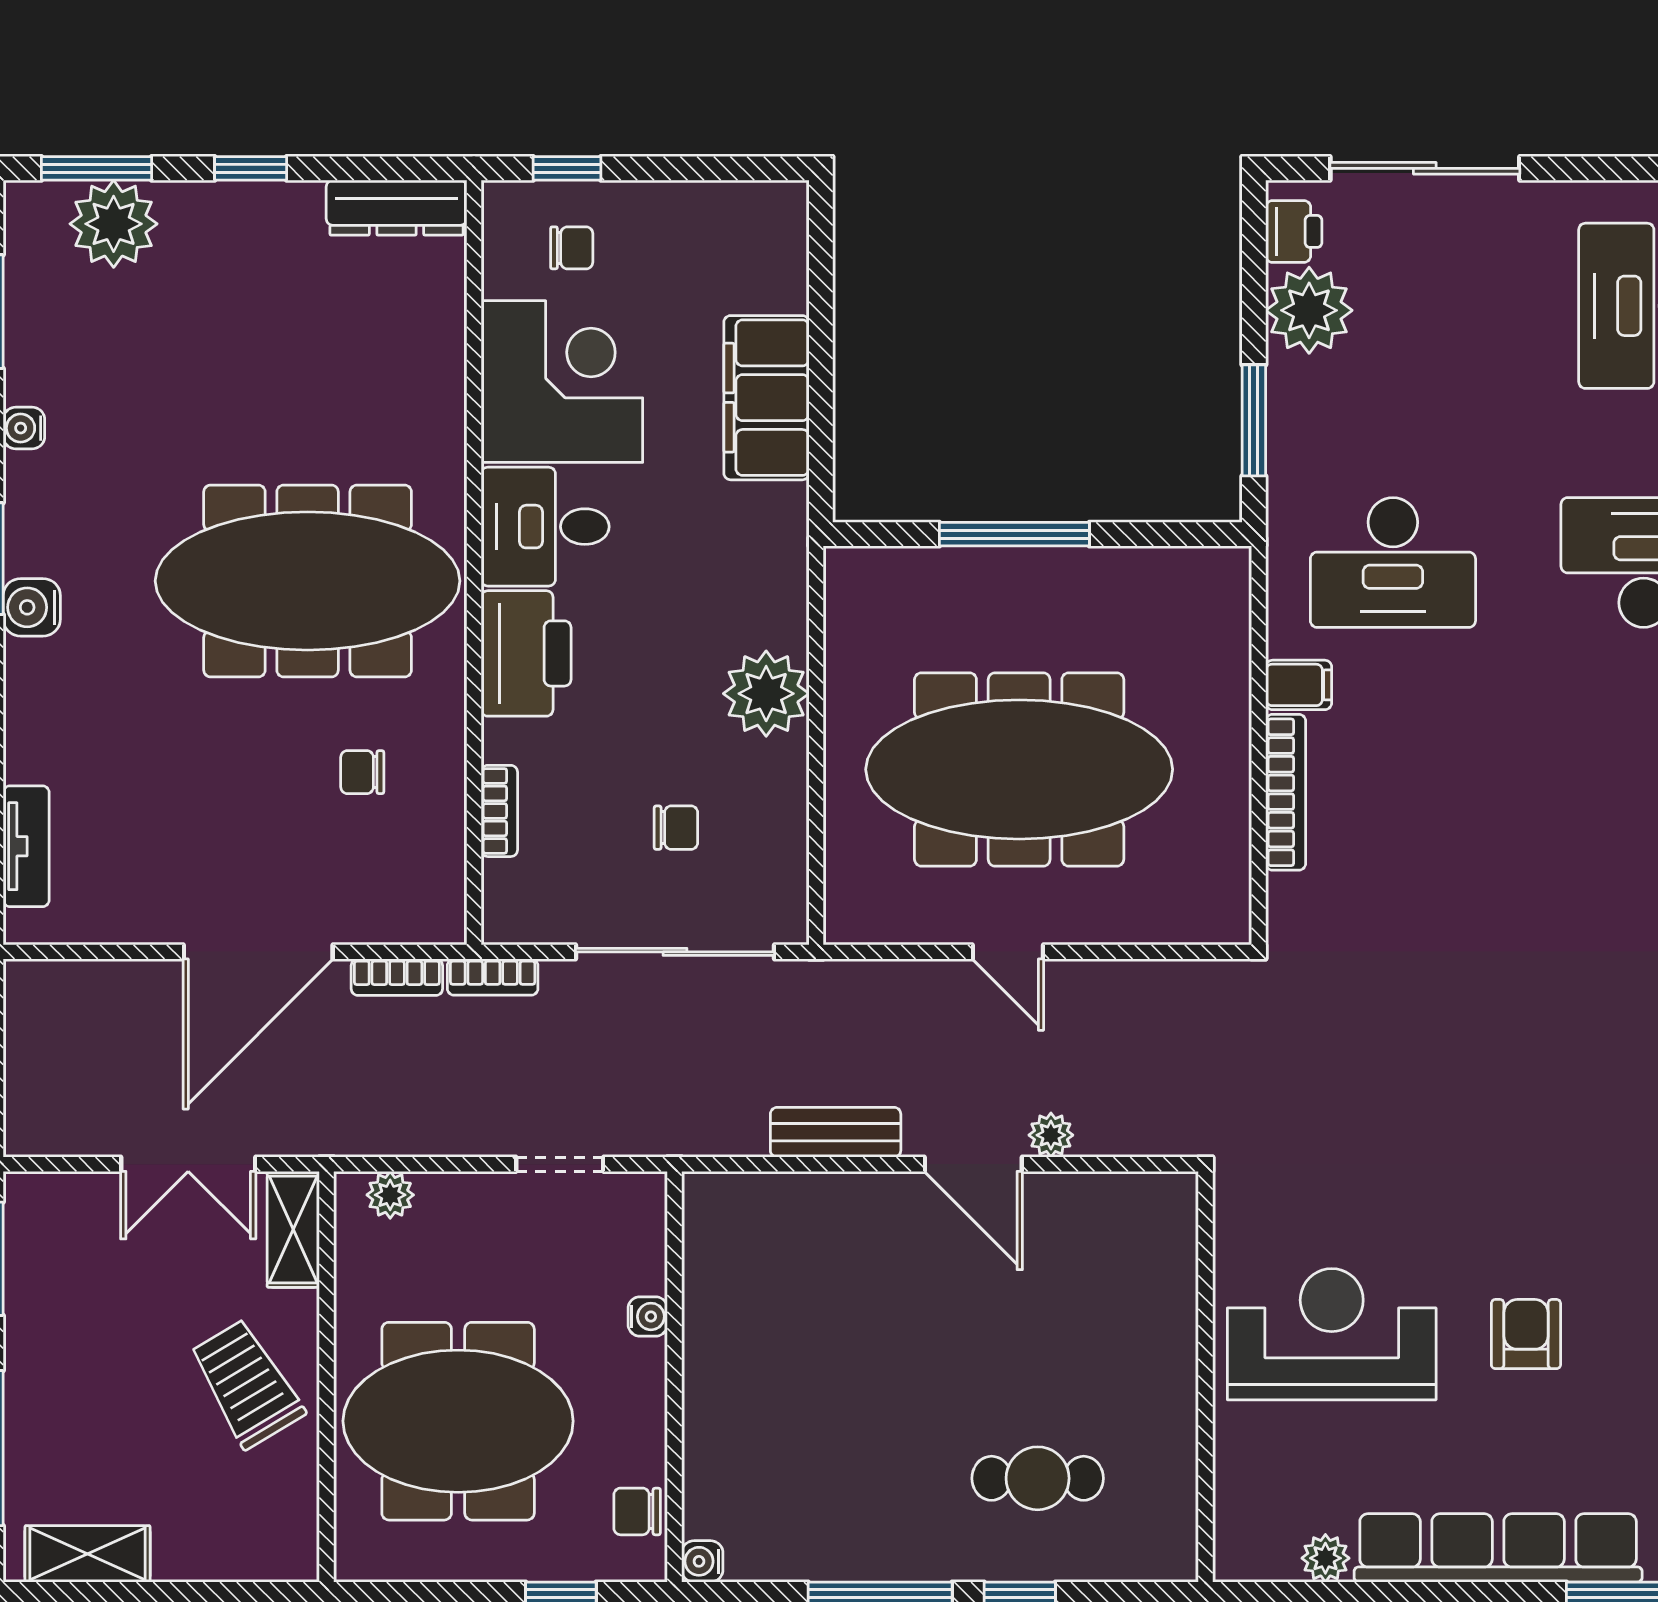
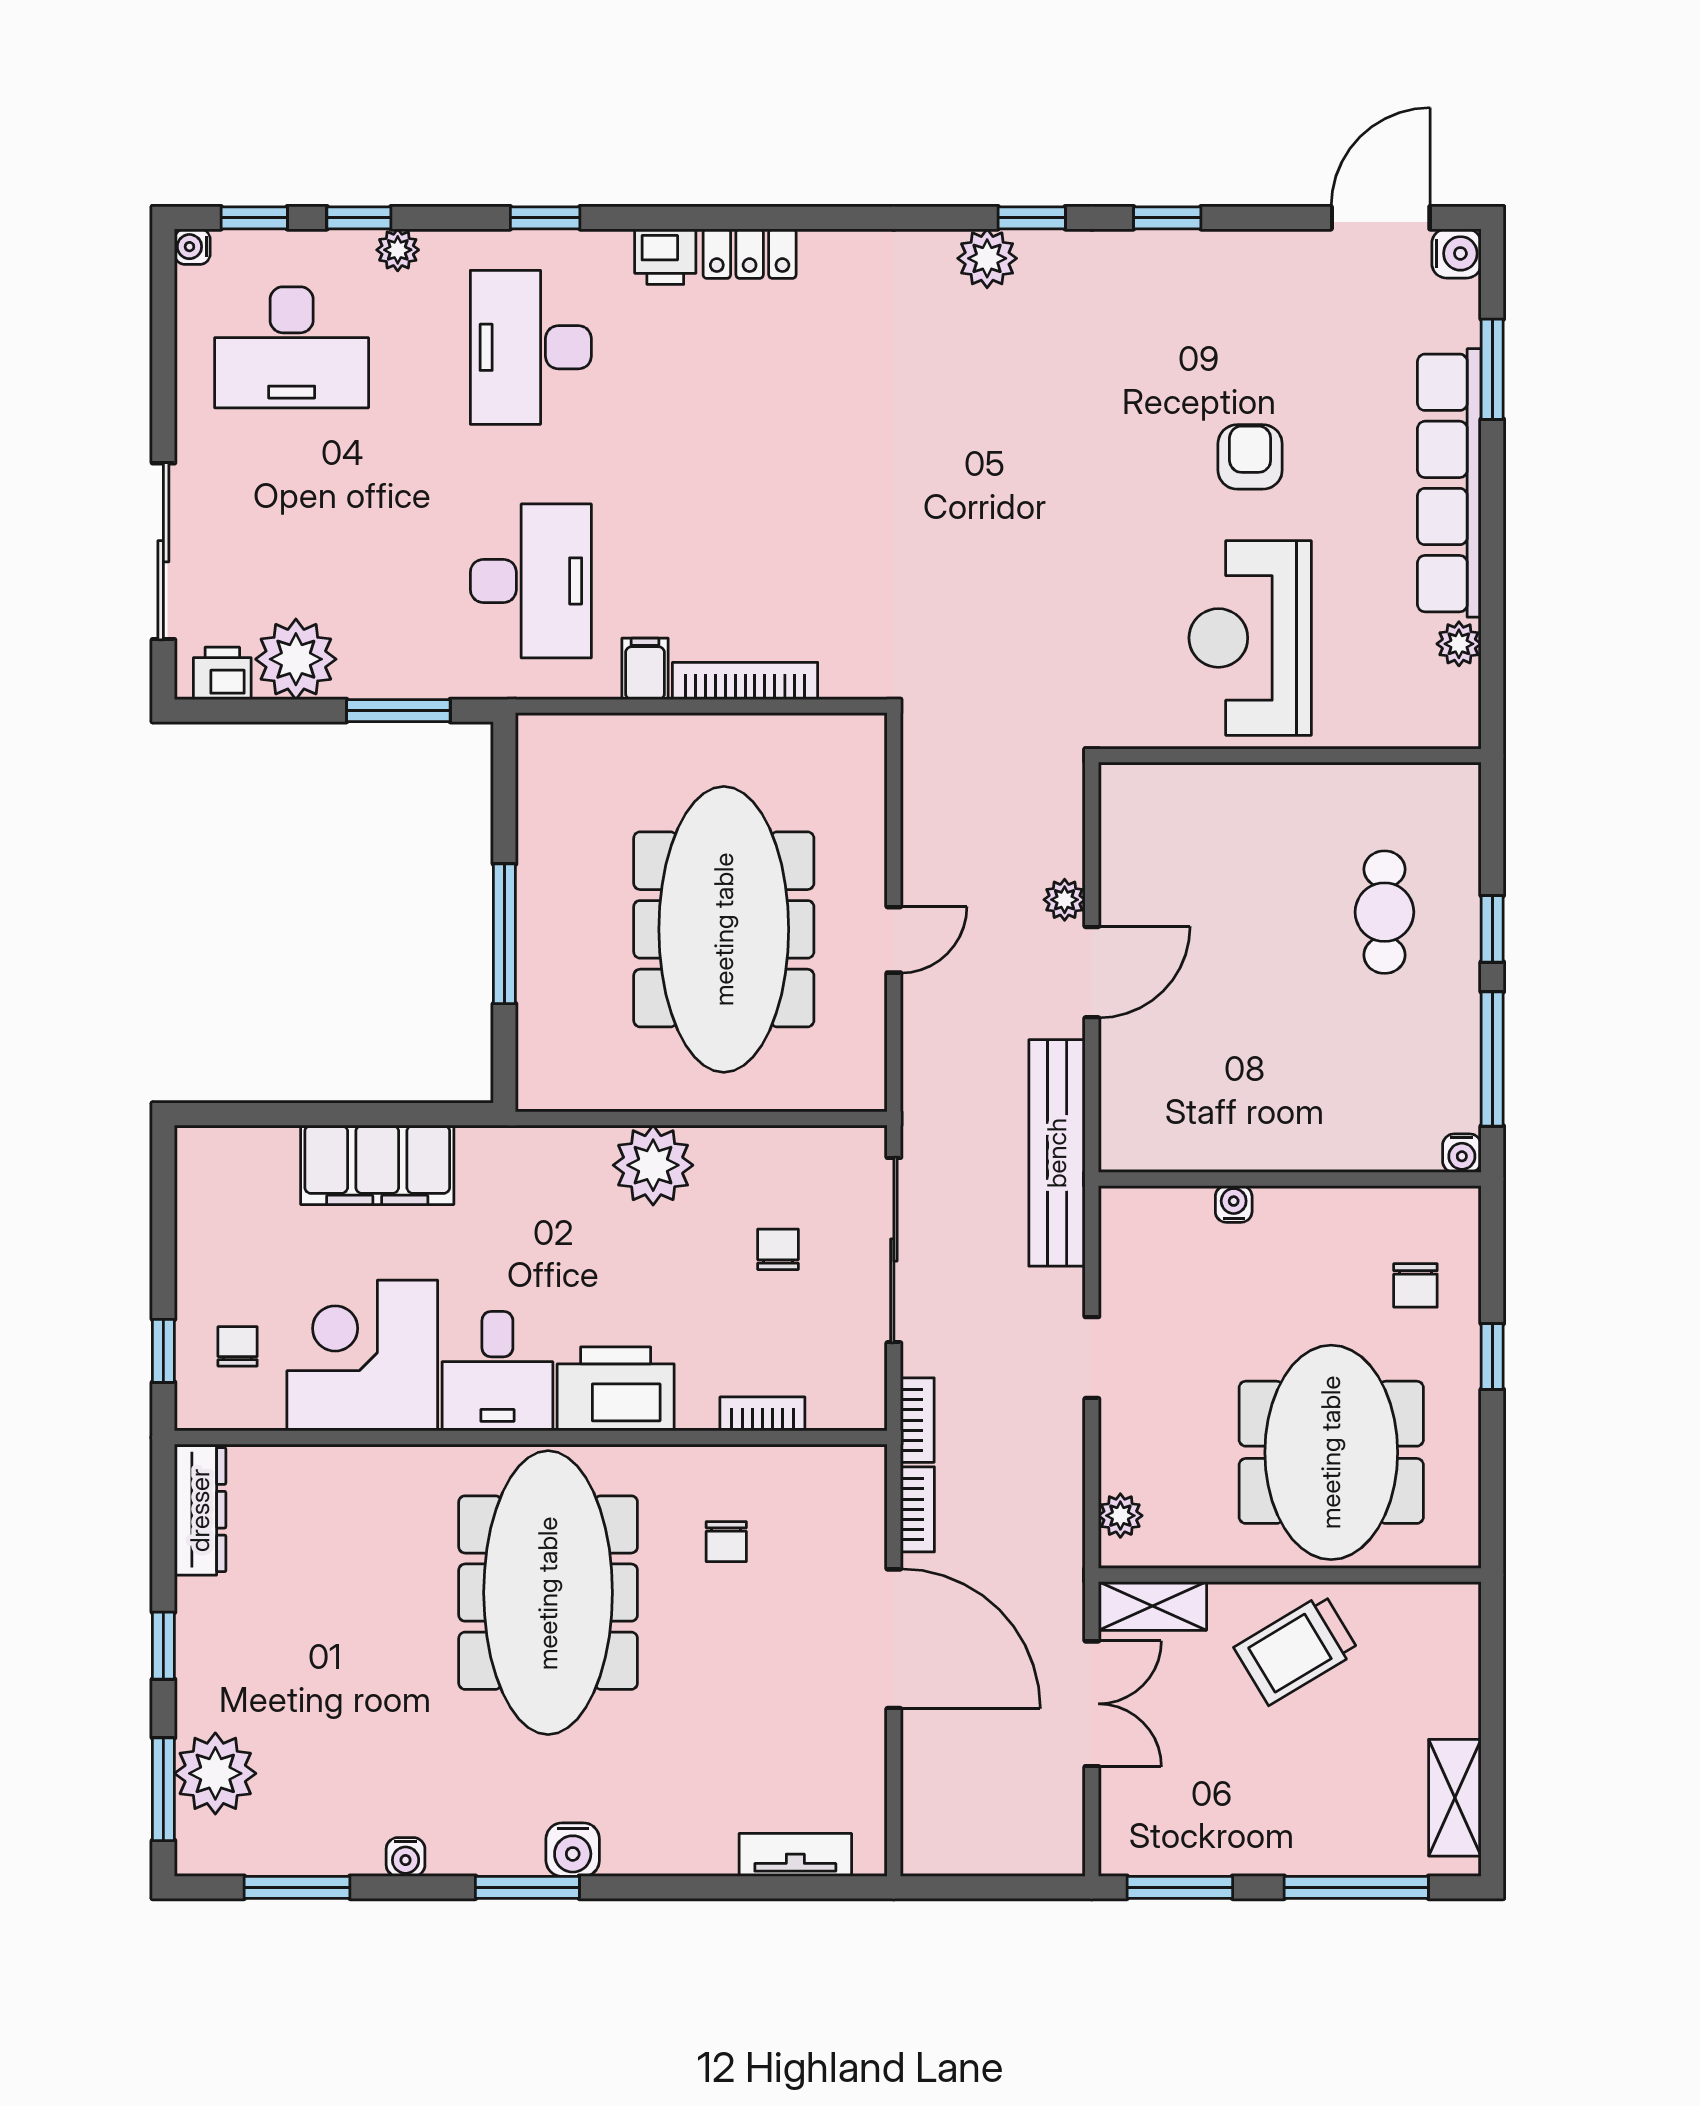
bench: (836, 1132) -> (1057, 1153), width x1.86, depth x1.21
water cooler: (648, 1316) -> (1234, 1204), moved
armchair: (1526, 1334) -> (1250, 457), turned 90
wall: (675, 1377) -> (1290, 1179), moved
water cooler: (702, 1561) -> (1462, 1153), moved

